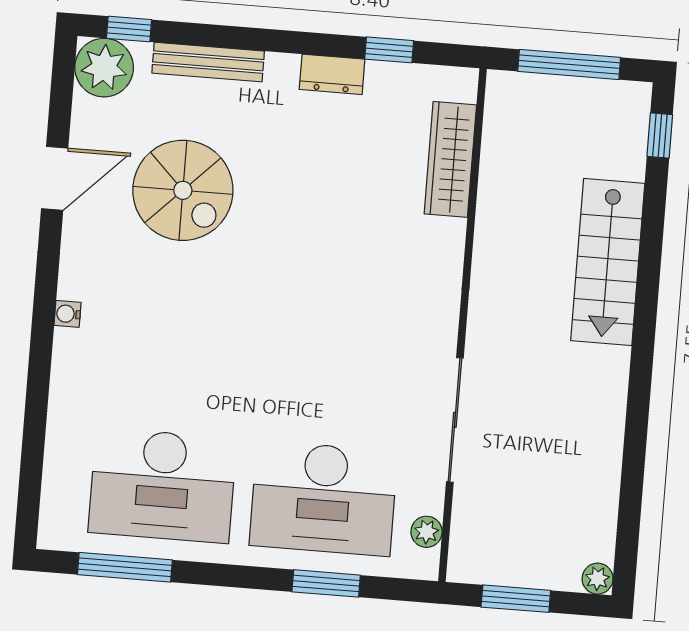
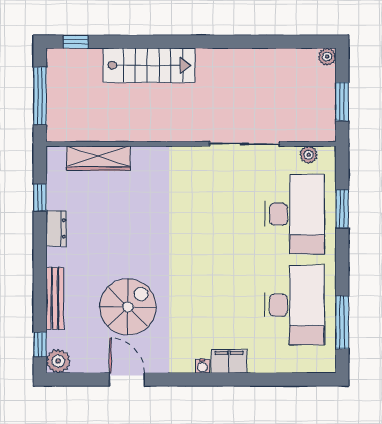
plant: (104, 68) -> (58, 361), width x0.73, depth x0.73
filing cabinet: (72, 362) -> (229, 361), added

